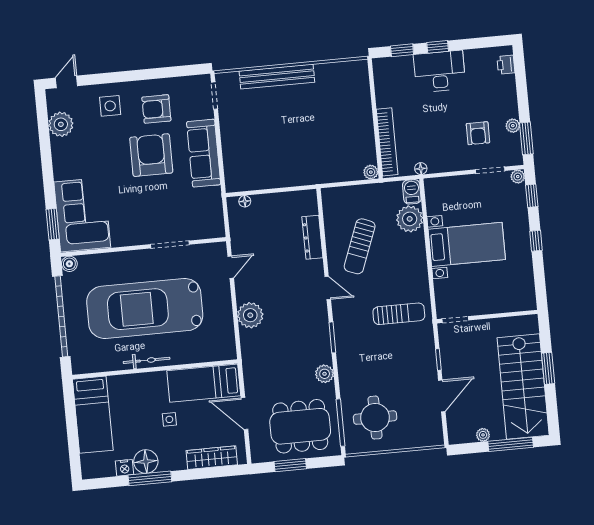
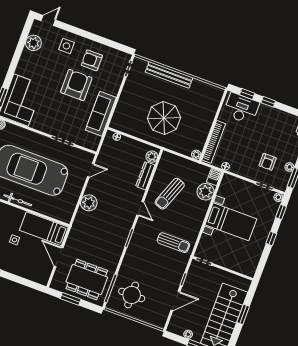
desk: (440, 71) -> (241, 108), moved
parasol: (299, 142) -> (164, 118), added
sofa: (204, 153) -> (101, 114), moved
plant: (325, 374) -> (152, 157), moved
wardrobe: (212, 458) -> (28, 273), removed

